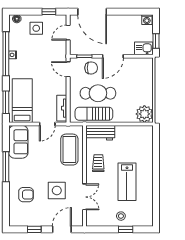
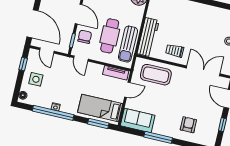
door: (92, 12) -> (32, 24), hinge flipped
door: (68, 69) -> (81, 58), hinge flipped
door: (47, 124) -> (127, 90), hinge flipped
workbench: (100, 133) -> (148, 37), width x1.37
lab bench: (127, 182) -> (198, 28), removed
side table: (57, 190) -> (191, 95), removed
double door: (84, 197) -> (203, 71), width x1.37

